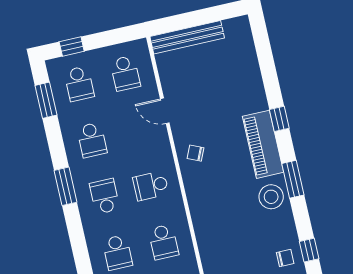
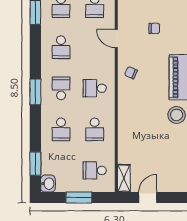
window: (65, 186) -> (35, 92), moved
chair: (285, 258) -> (154, 28), moved

